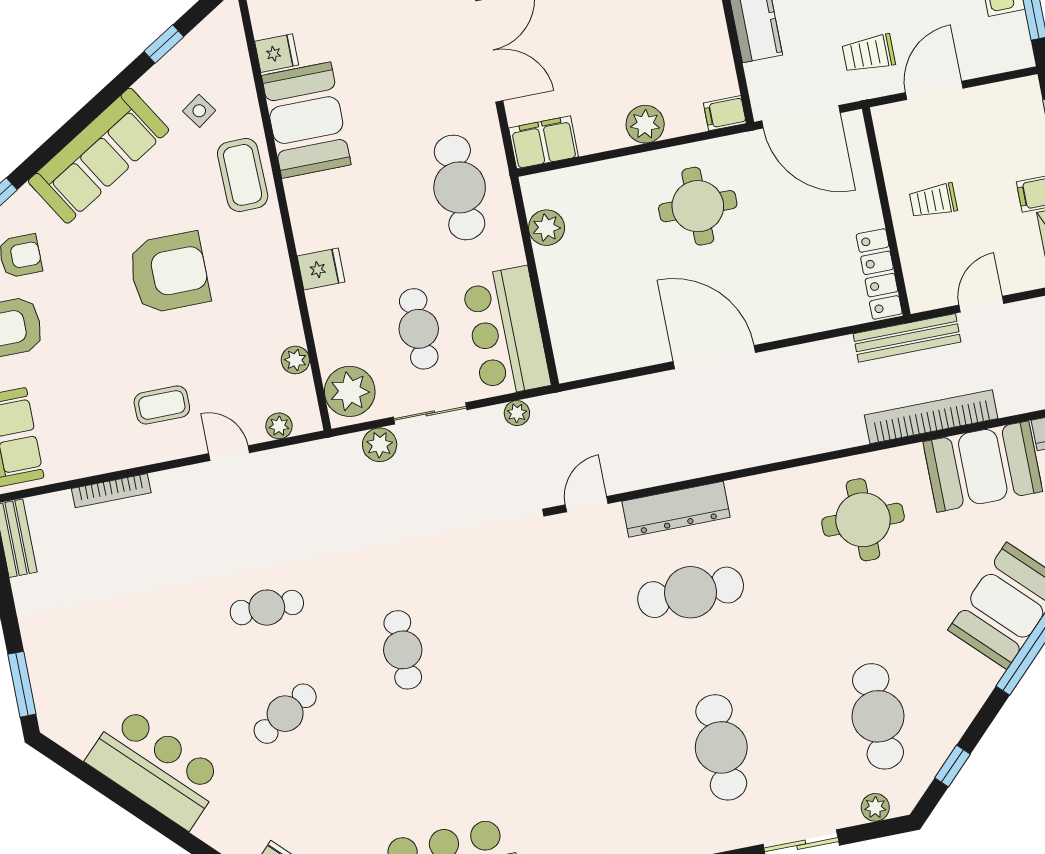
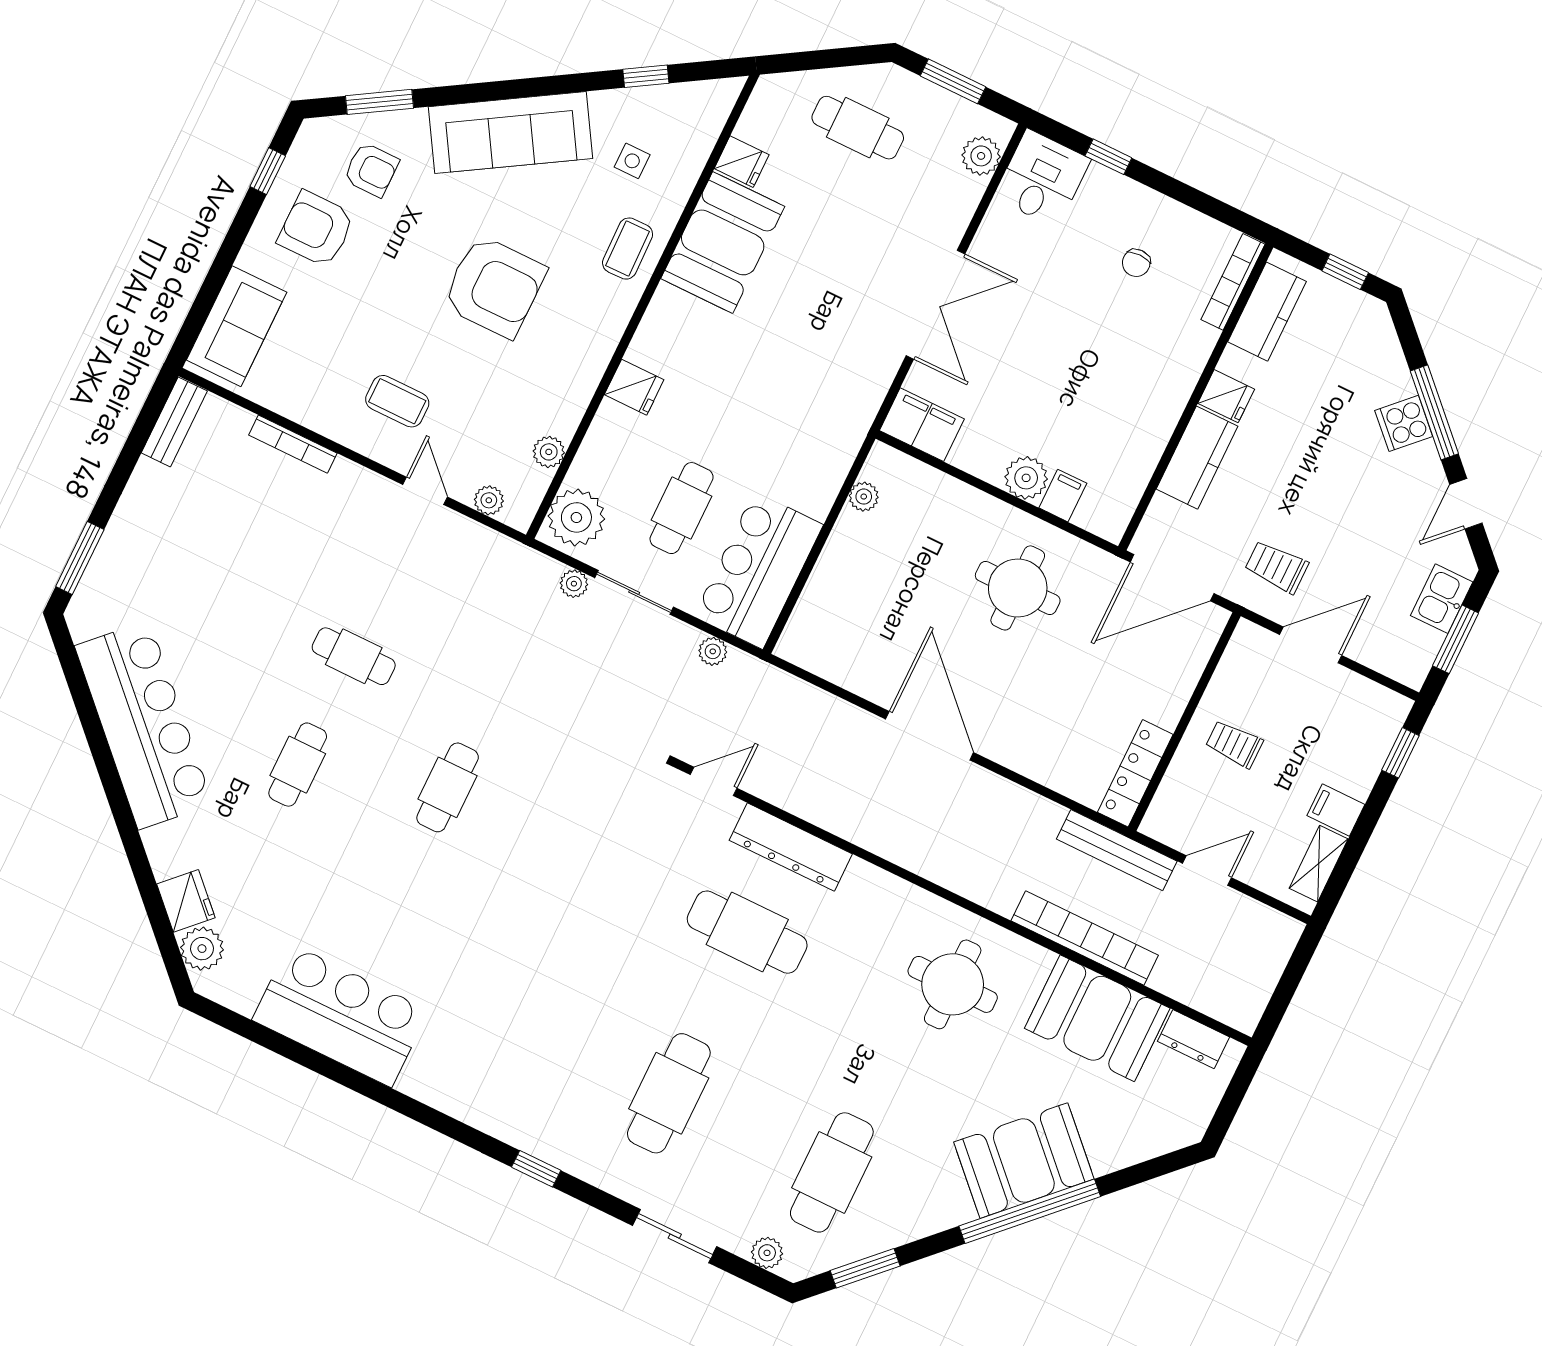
side table: (199, 111) -> (632, 161), turned 35
filing cabinet: (725, 113) -> (1063, 496), moved, turned 90
door: (801, 117) -> (1172, 578), hinge flipped
coffee table: (243, 175) -> (628, 249), width x0.73, depth x0.77
cafe table: (460, 187) -> (815, 408), removed
plant: (547, 228) -> (864, 497), width x0.73, depth x0.73
plant: (380, 445) -> (574, 584), width x0.73, depth x0.73
cafe table: (285, 714) -> (298, 765), turned -58
window: (952, 766) -> (865, 1268), width x1.50
bar counter: (156, 768) -> (144, 725), width x1.36

